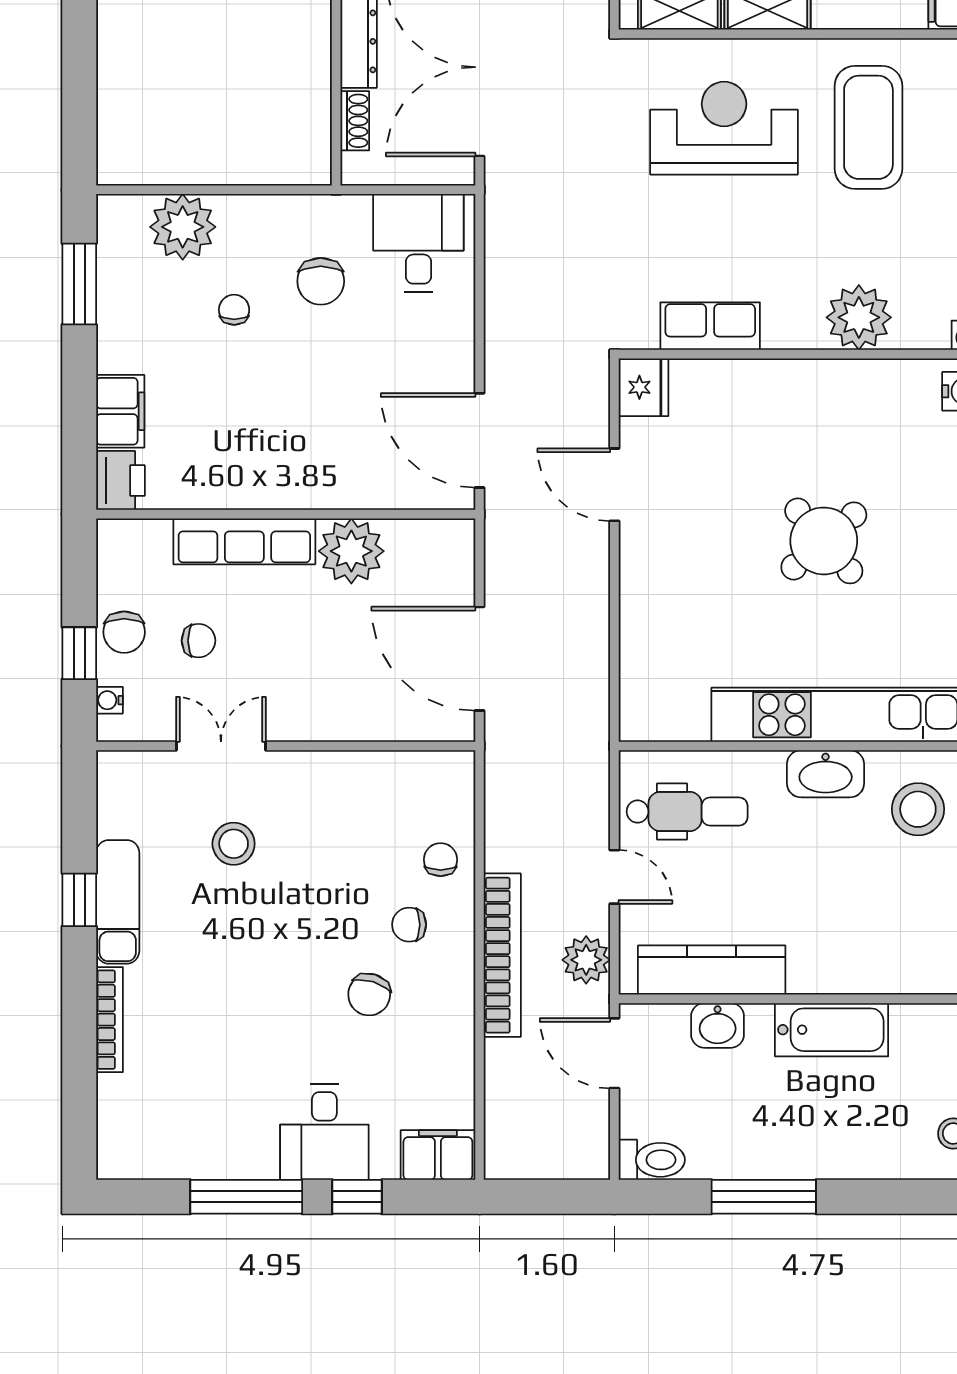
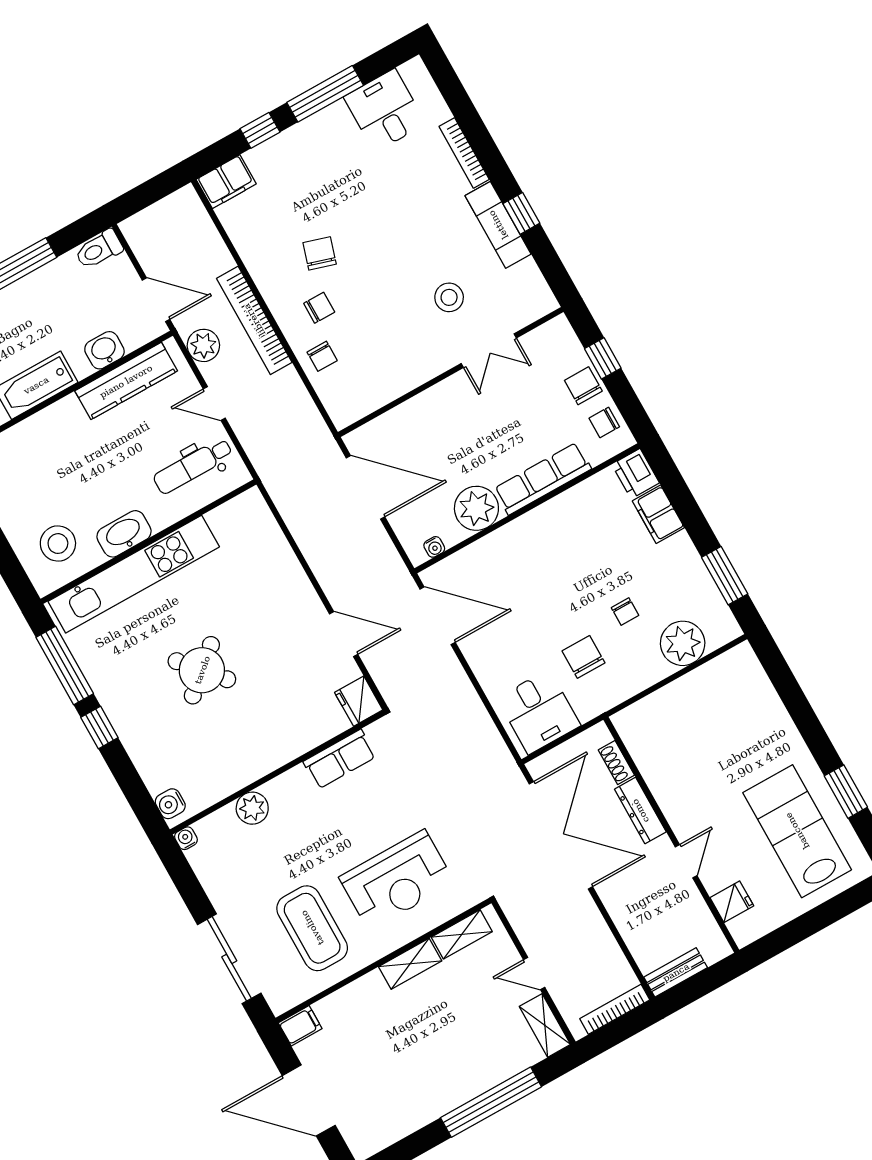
plant: (859, 317) -> (252, 808), width x0.73, depth x0.73
chair: (198, 641) -> (604, 422), moved
water cooler: (109, 700) -> (434, 547), moved, turned 90
desk: (324, 1132) -> (385, 110), moved

